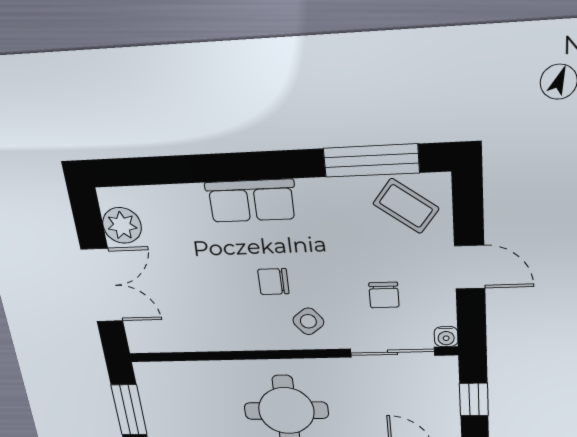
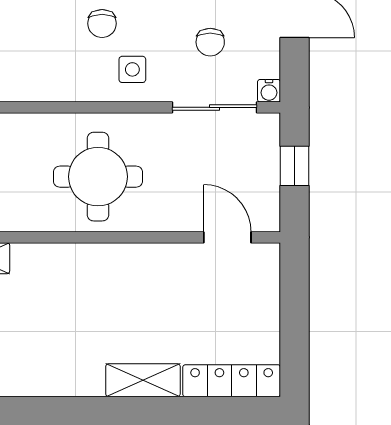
chair: (273, 282) -> (102, 23), turned -90
side table: (308, 321) -> (132, 69), turned 38

